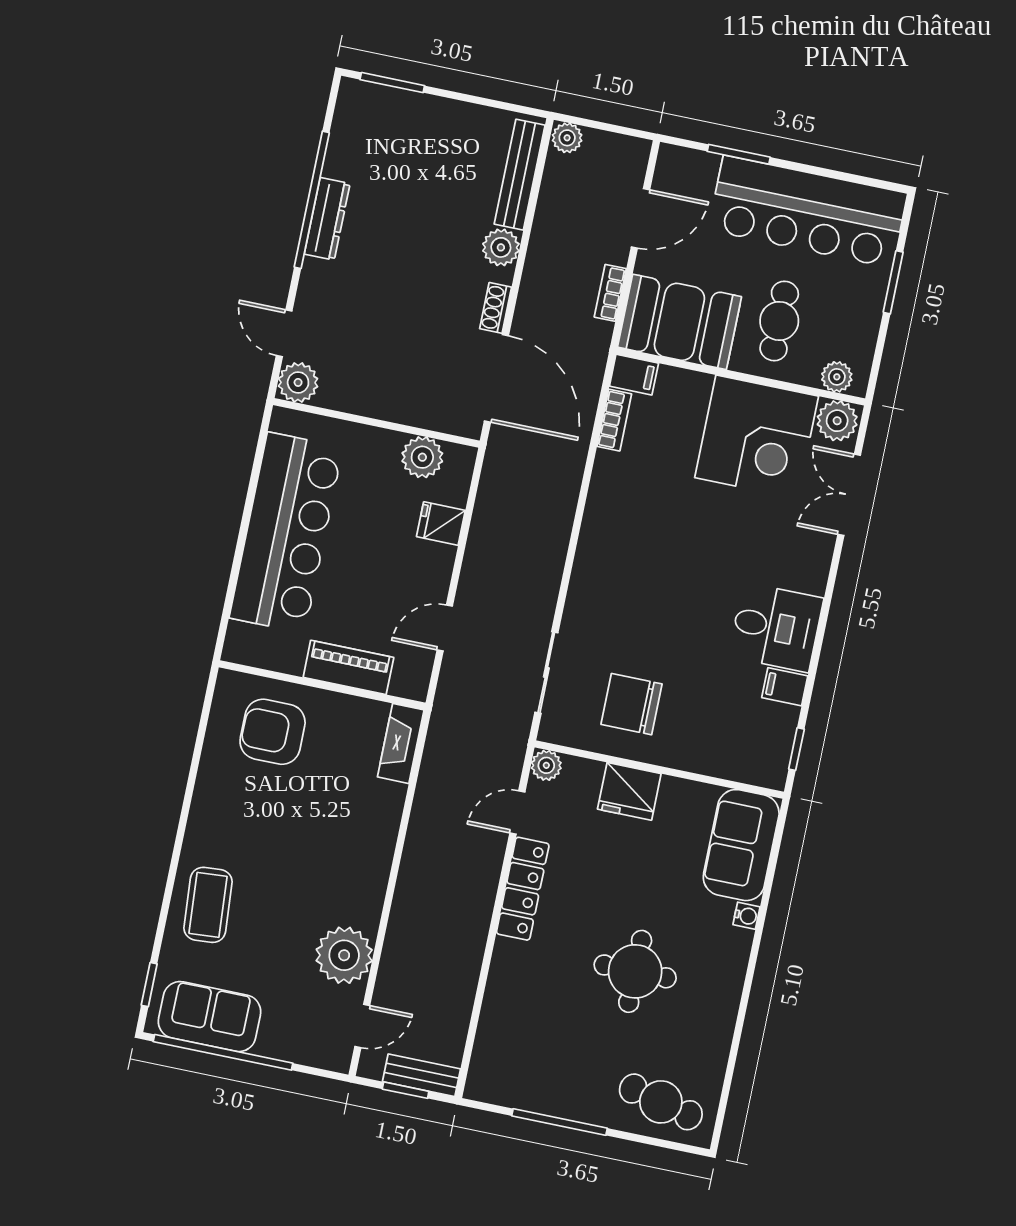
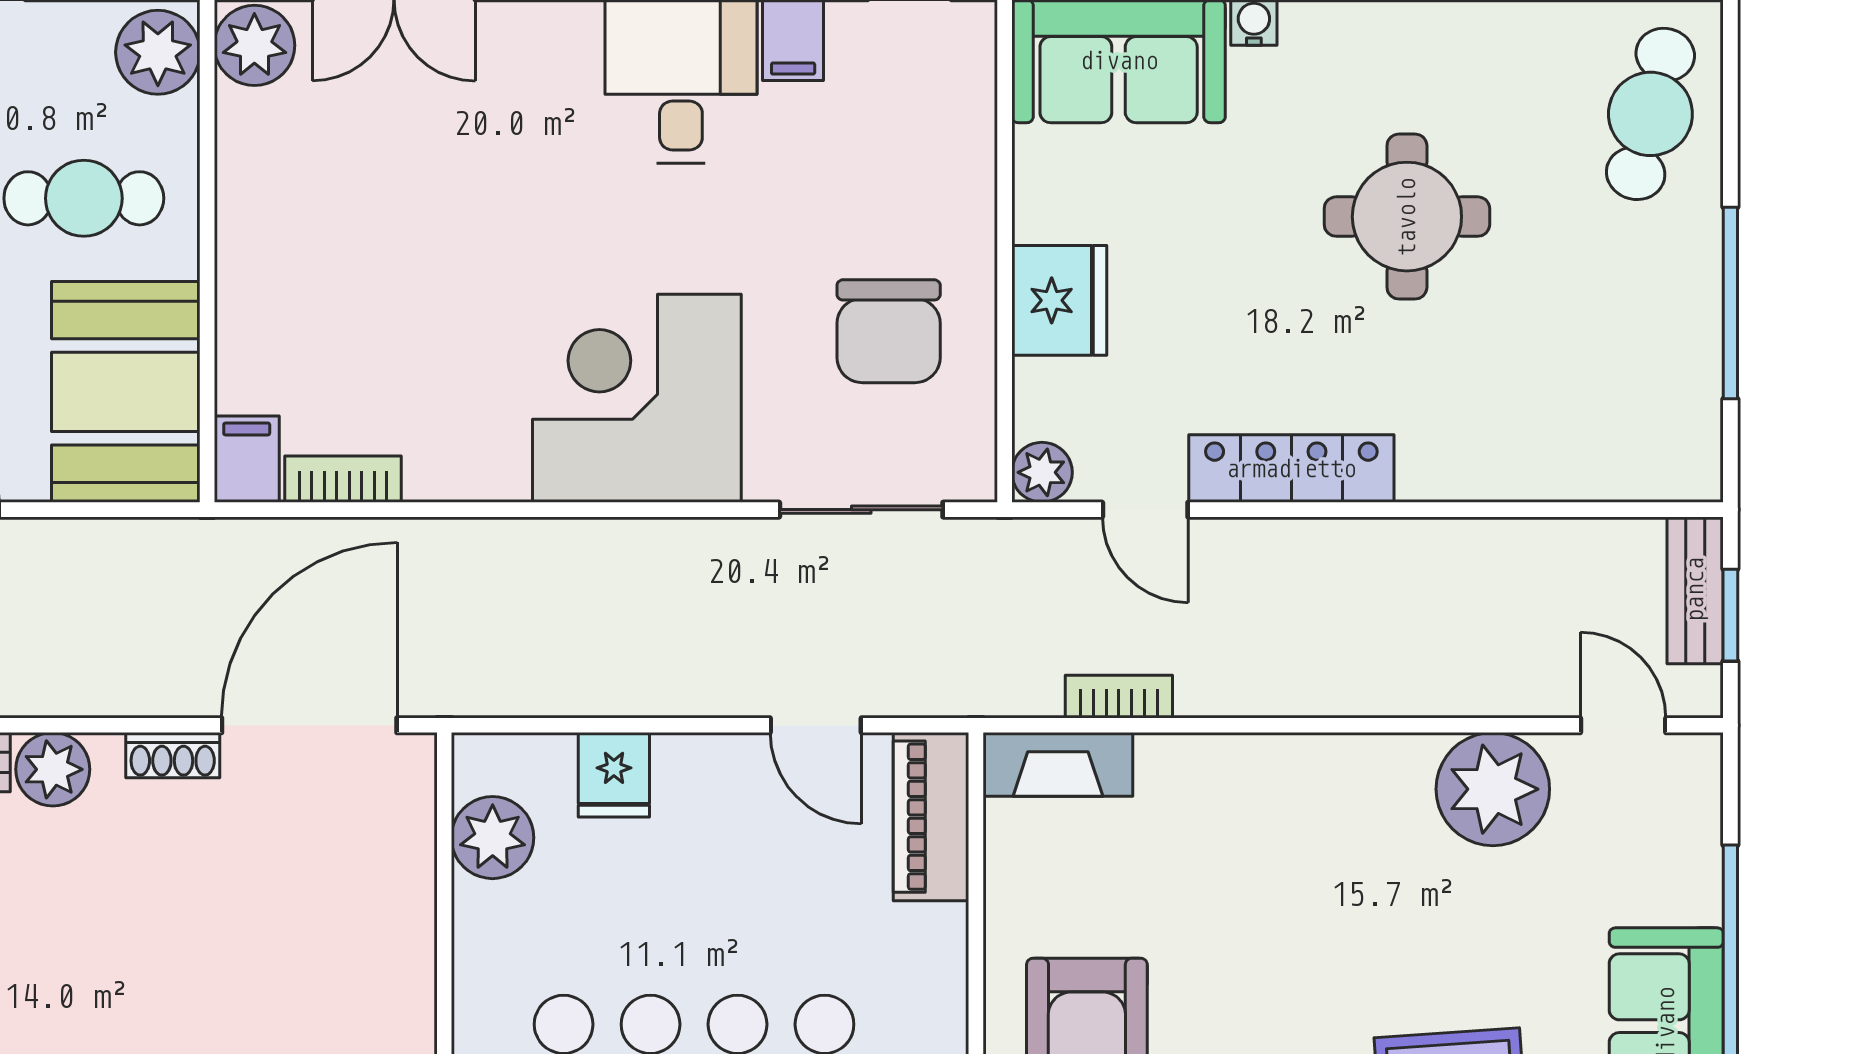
bookcase: (610, 293) -> (1119, 697), moved, turned 180
plant: (837, 377) -> (158, 52), width x1.38, depth x1.38
corner desk: (757, 437) -> (637, 398), moved, turned -90
piano: (348, 667) -> (931, 817), moved

